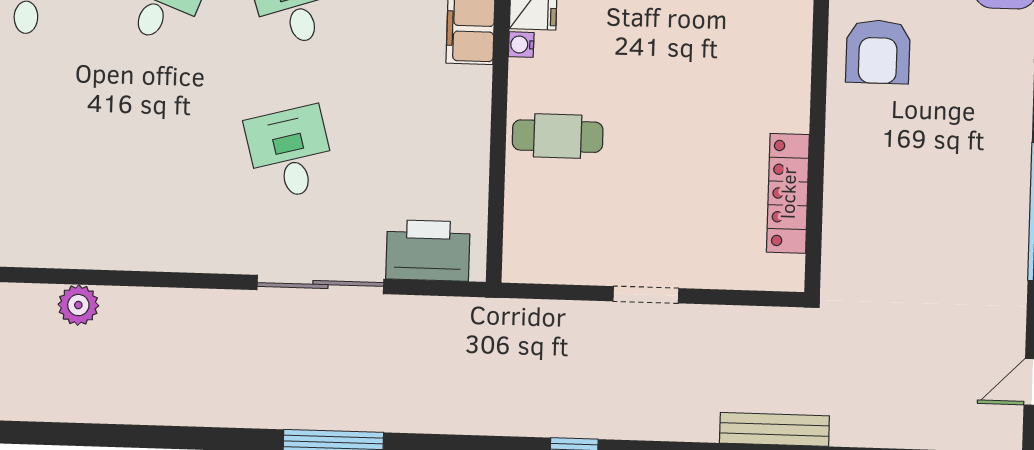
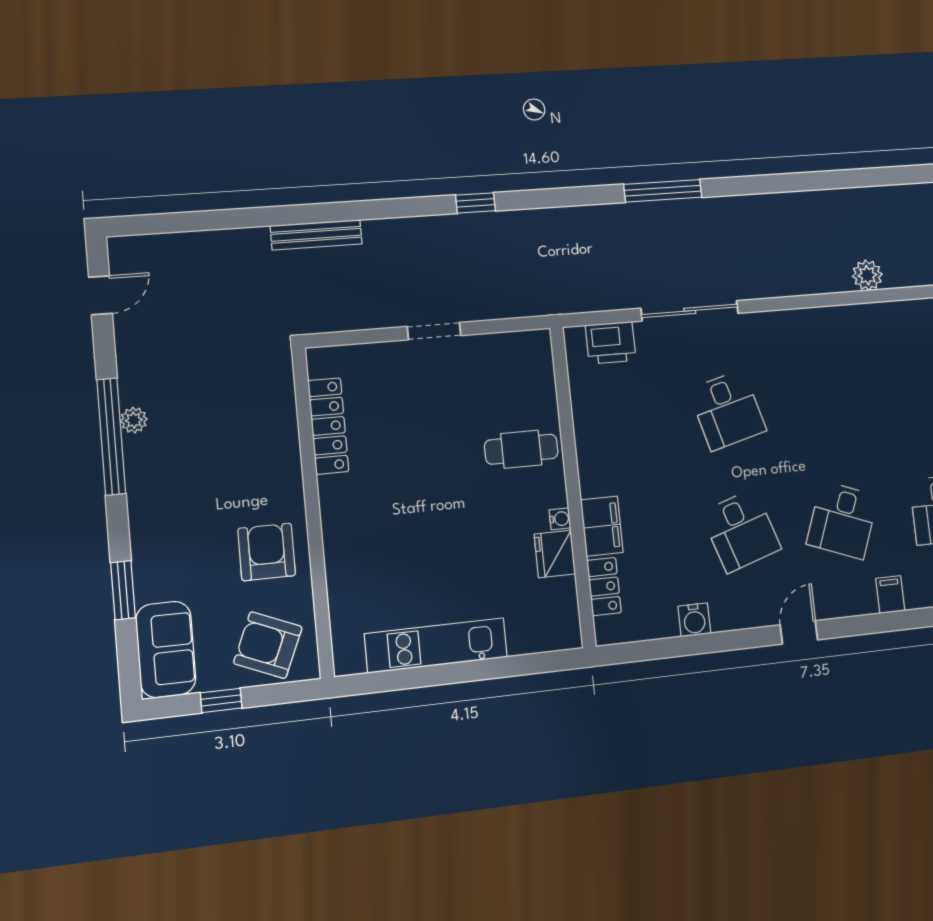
plant: (1014, 228) -> (134, 420), added
printer: (428, 250) -> (611, 343), width x0.73, depth x0.84

